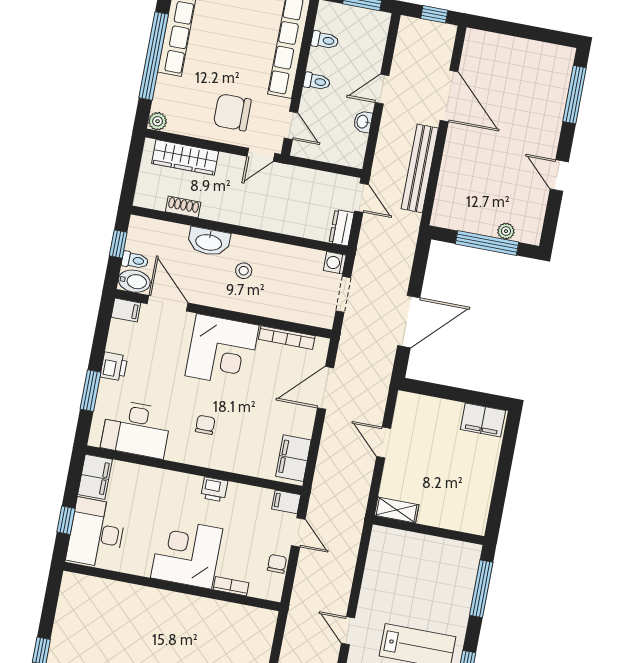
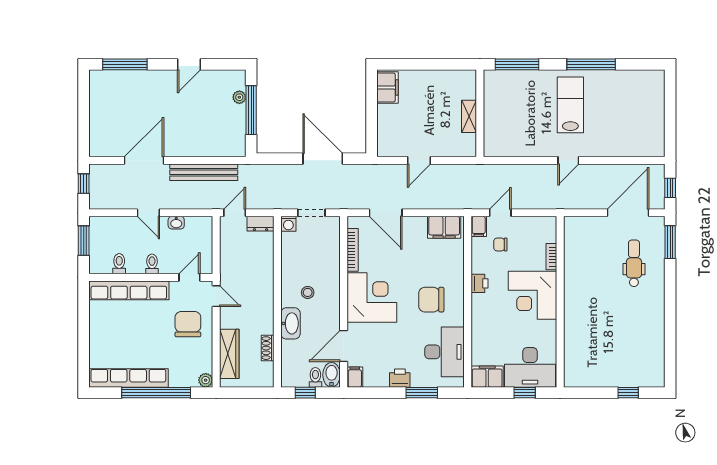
chair: (232, 112) -> (188, 324), turned 180
chair: (205, 425) -> (431, 300), width x1.87, depth x1.87
shelving: (397, 510) -> (469, 116), moved
chair: (277, 564) -> (500, 244), moved

